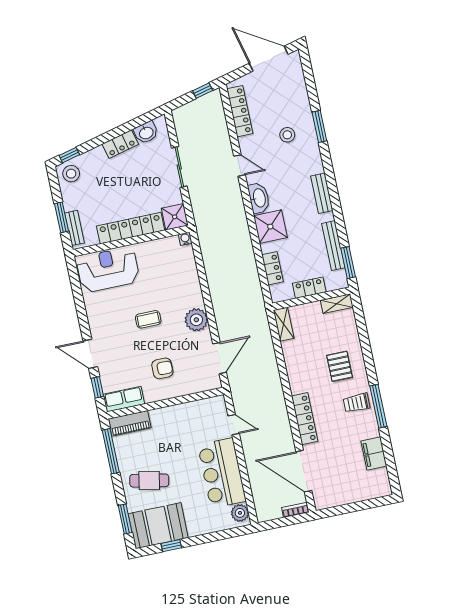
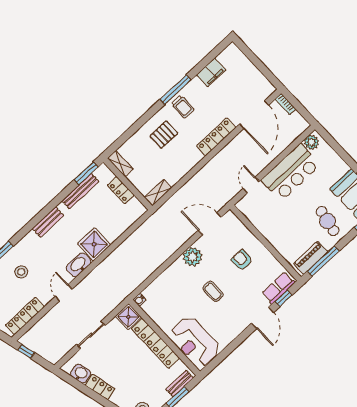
locker: (273, 268) -> (123, 225), removed
row of seats: (124, 399) -> (278, 288), moved, turned 90
piano: (130, 423) -> (311, 258), moved, turned -90

